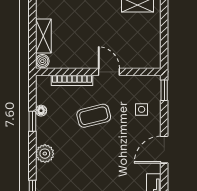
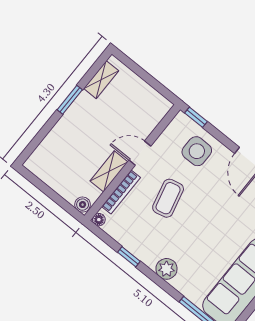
shelving: (43, 36) -> (109, 171), moved, turned 90
side table: (142, 109) -> (197, 151), width x1.87, depth x1.87
floor lamp: (41, 111) -> (99, 220), moved

